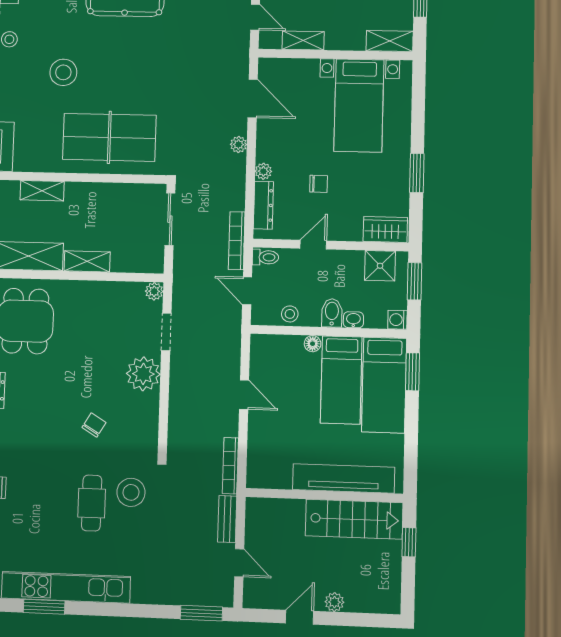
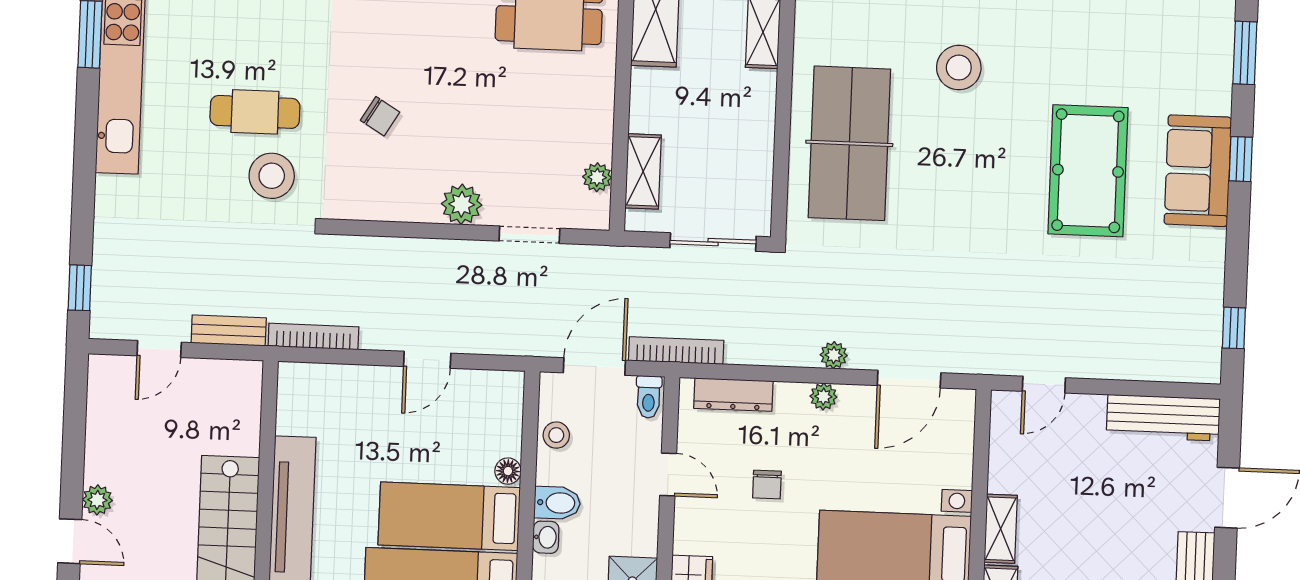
shelving: (303, 40) -> (1001, 529), moved
plant: (263, 171) -> (823, 397), moved
shelving: (87, 261) -> (643, 171), moved
plant: (154, 291) -> (597, 177), moved
door: (247, 291) -> (594, 366), width x1.38
plant: (143, 374) -> (462, 204), width x0.73, depth x0.73
window: (201, 613) -> (80, 288), width x0.67
door: (300, 617) -> (70, 541), moved

